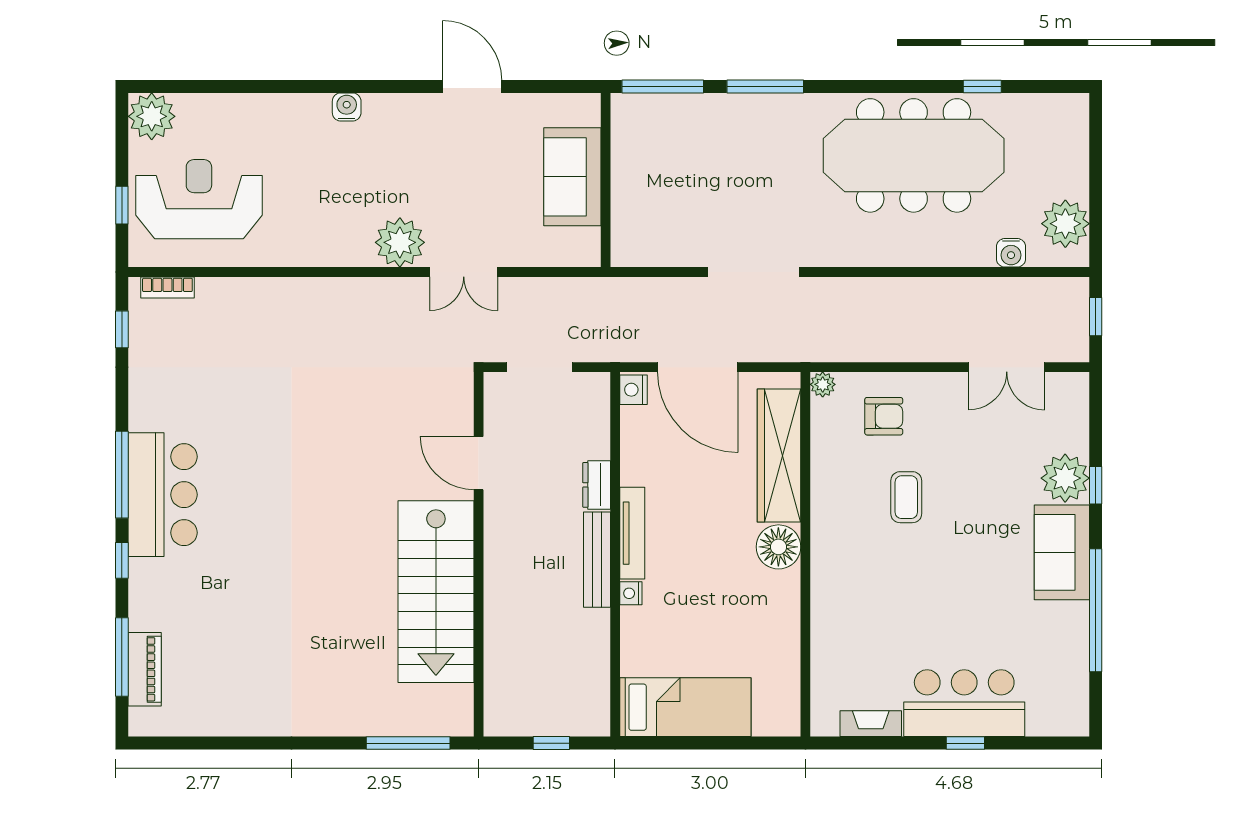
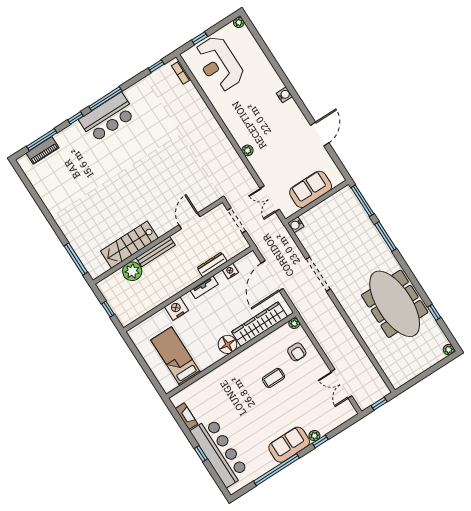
plant: (152, 116) -> (239, 22), width x0.53, depth x0.53
reception desk: (199, 199) -> (219, 64), turned 180
plant: (1065, 224) -> (449, 350), moved, width x0.53, depth x0.53
plant: (400, 242) -> (247, 150), width x0.53, depth x0.53
water cooler: (1011, 253) -> (296, 225), moved
double door: (464, 272) -> (270, 199), moved
nightstand: (634, 390) -> (230, 271), moved
plant: (1065, 478) -> (314, 436), width x0.53, depth x0.53
dresser: (597, 485) -> (212, 265), width x1.44
tv unit: (632, 533) -> (204, 287), width x0.71
bench: (597, 560) -> (156, 252), moved
stairs: (436, 592) -> (129, 245), width x0.73, depth x0.66
nightstand: (631, 593) -> (176, 309), width x1.89, depth x1.79
plant: (506, 645) -> (132, 271), added
bar counter: (964, 703) -> (219, 452), width x1.36
bed: (685, 707) -> (176, 356), moved, turned 180

